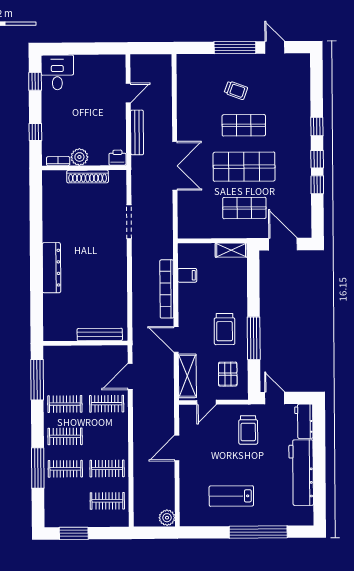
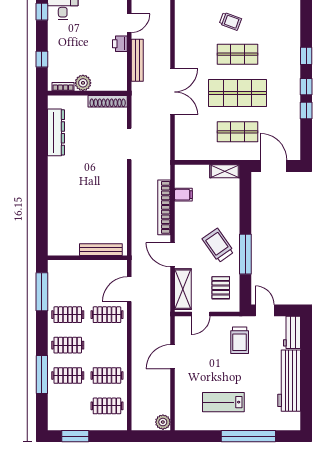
printer: (117, 158) -> (120, 44), moved, turned -90
shoe rack: (88, 177) -> (108, 101), moved
dresser: (51, 268) -> (56, 132), moved
trolley: (225, 329) -> (218, 245), turned 145

